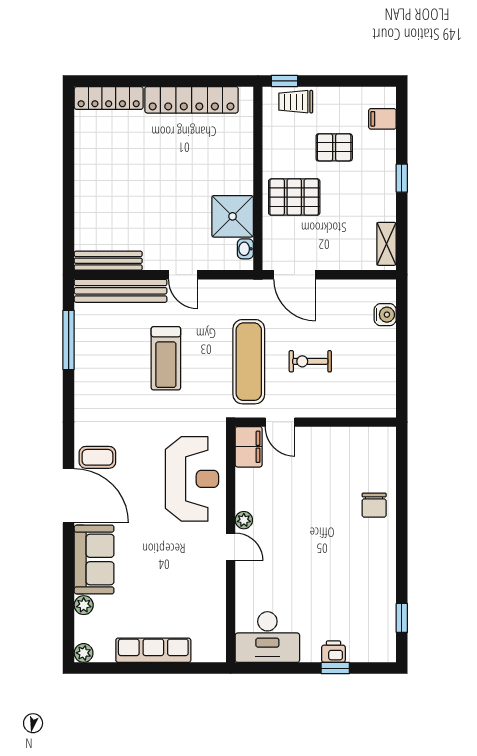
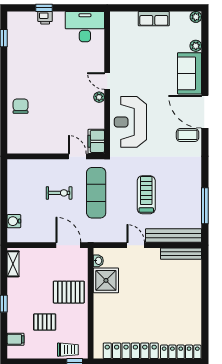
row of seats: (153, 650) -> (154, 19), width x0.68

